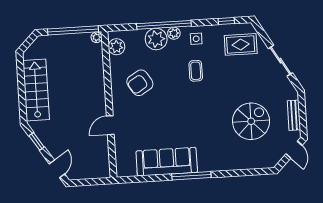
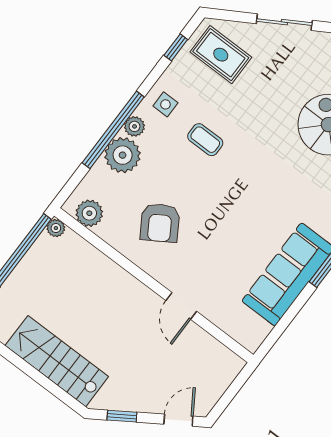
rug: (241, 44) -> (221, 55), turned 90
door: (57, 169) -> (178, 420), hinge flipped

